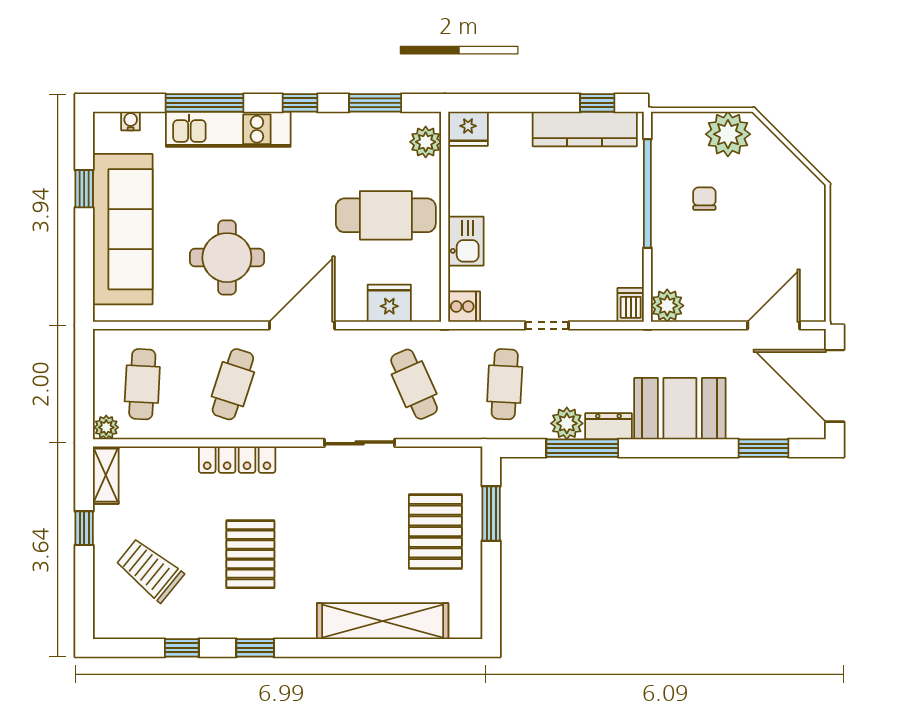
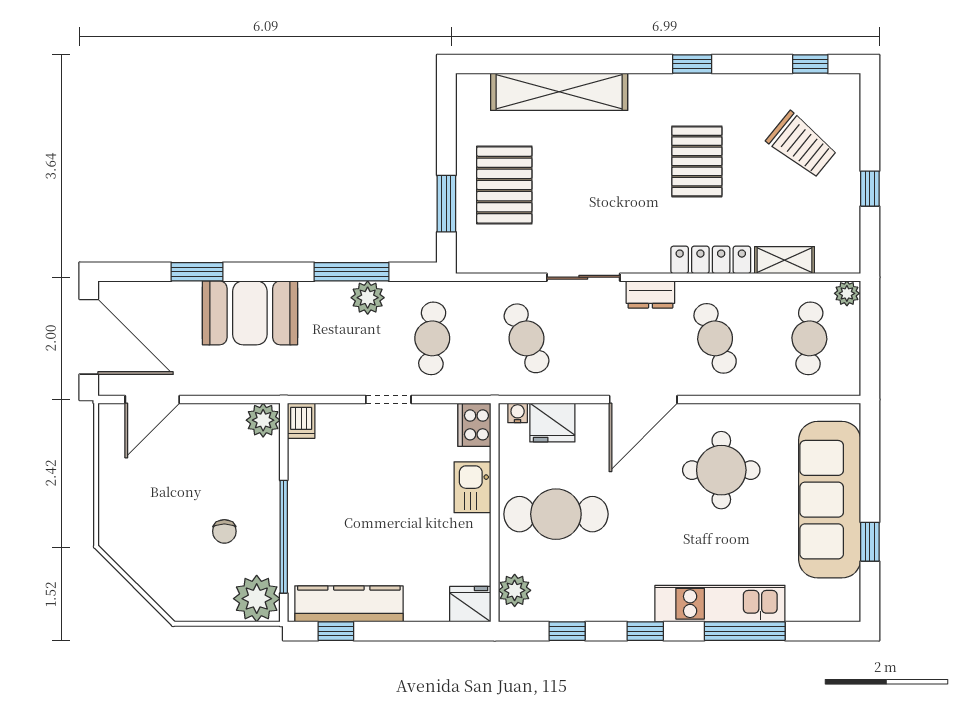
window: (375, 103) -> (567, 631), width x0.67
water cooler: (131, 121) -> (518, 413), moved, turned 180
plant: (728, 134) -> (257, 599), moved
cooker: (464, 306) -> (474, 425), width x1.36
cafe table: (233, 384) -> (715, 338), turned -39
dresser: (608, 426) -> (650, 295), moved
window: (763, 448) -> (197, 272), moved
shelving: (106, 475) -> (785, 260), moved, turned 90
window: (182, 648) -> (810, 64), moved

